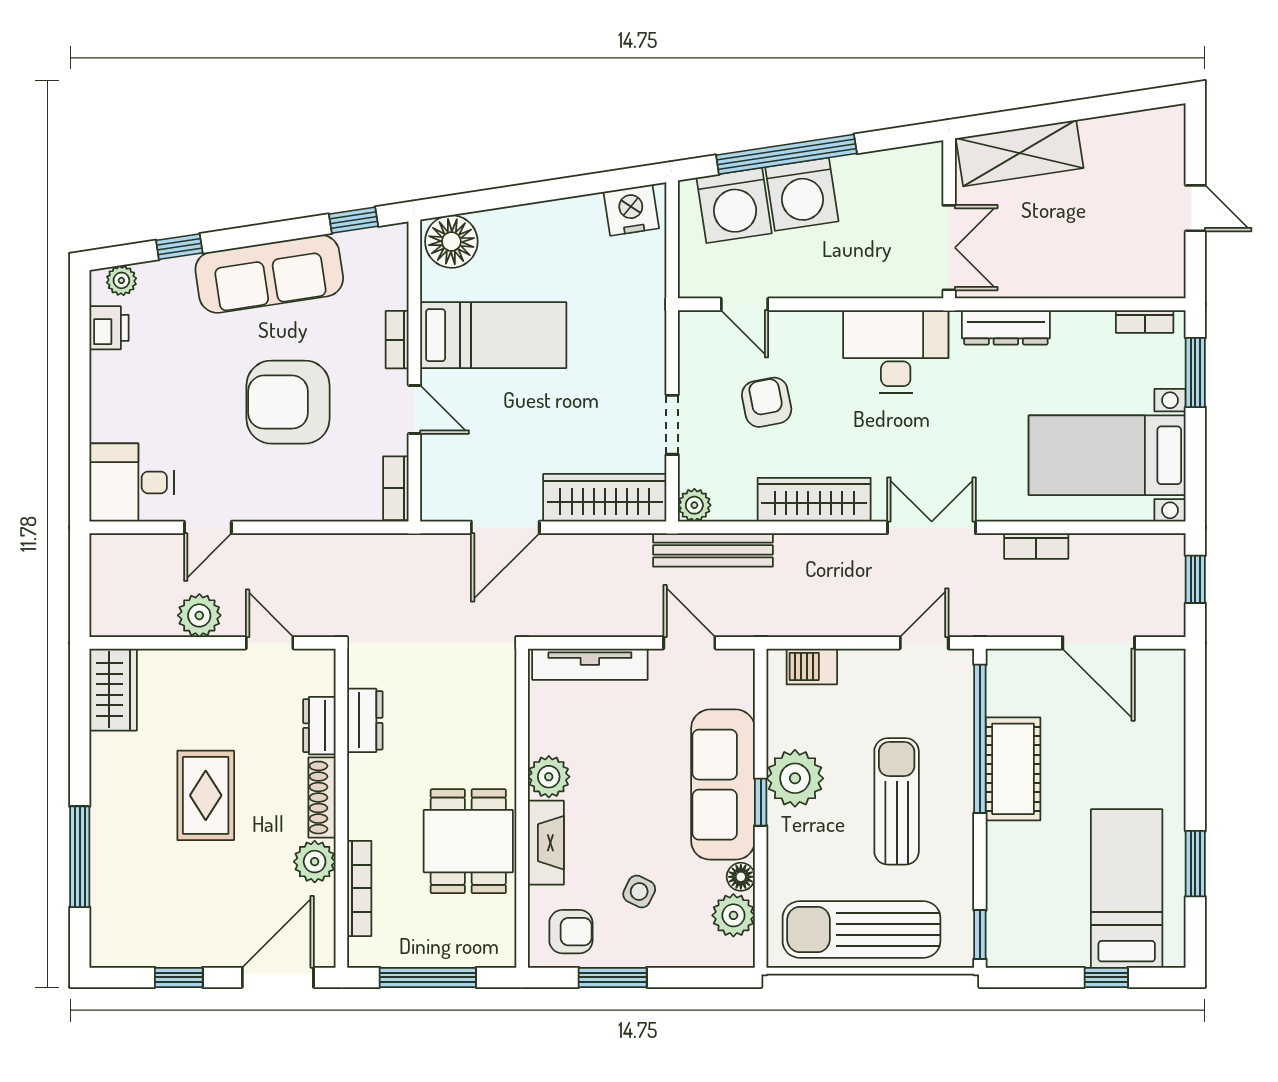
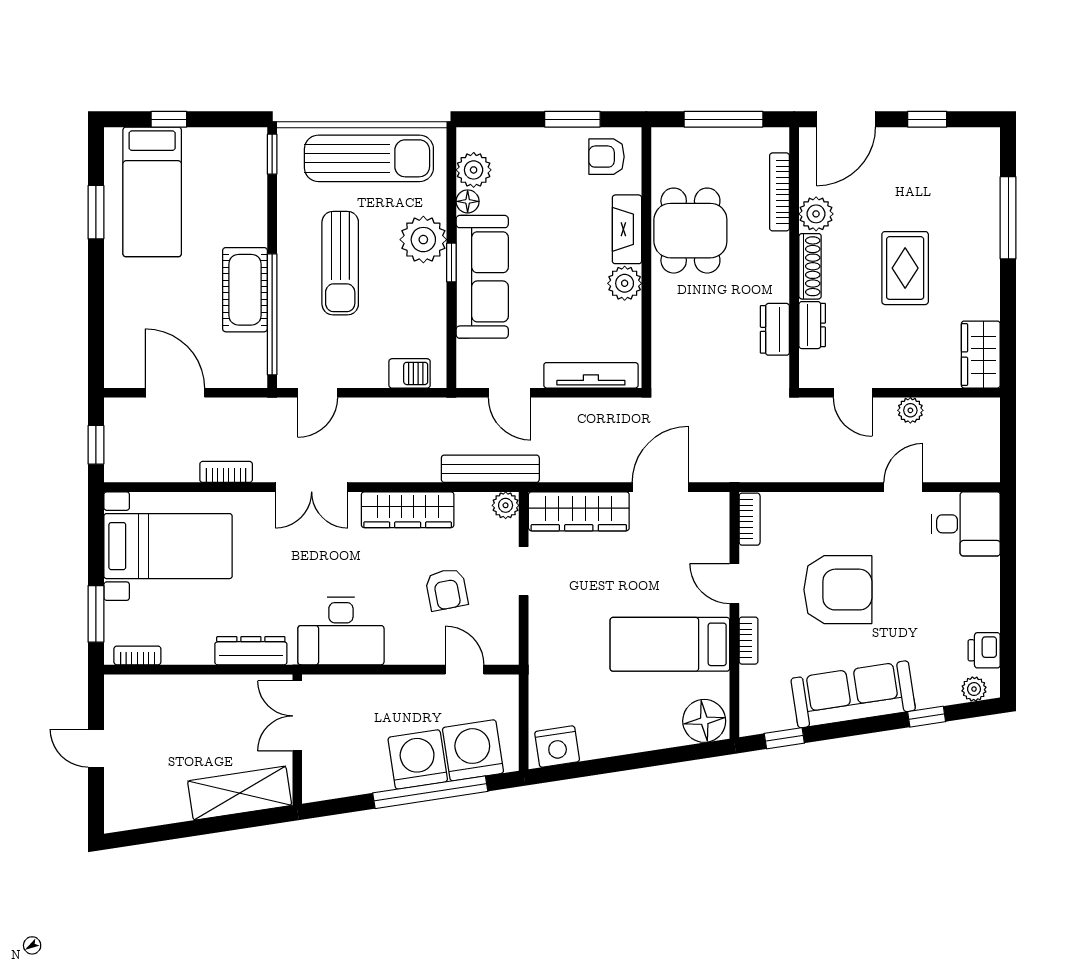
plant: (199, 615) -> (910, 410), width x0.73, depth x0.73
plant: (795, 778) -> (423, 240), moved
side table: (639, 892) -> (551, 189), removed

